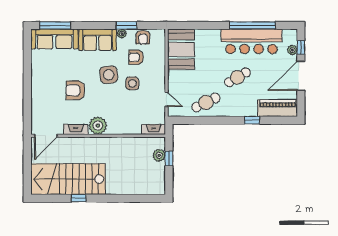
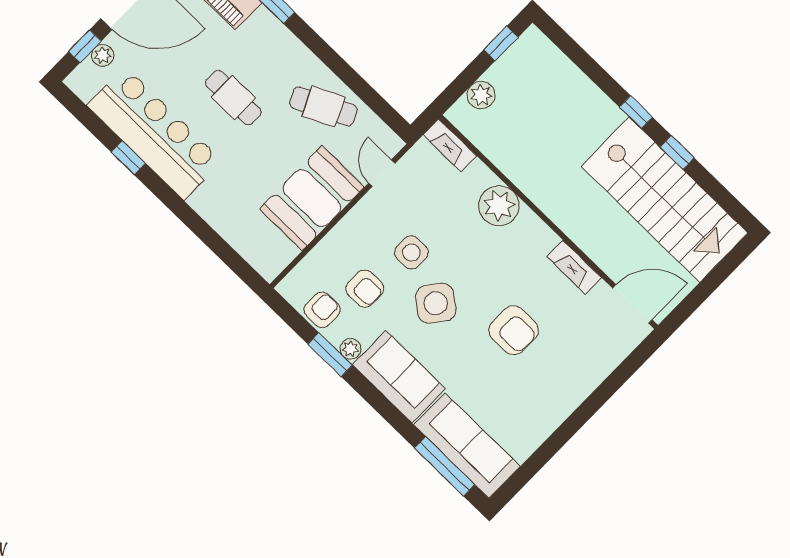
window: (252, 25) -> (128, 158), width x0.32
booth: (181, 49) -> (312, 198), moved
side table: (109, 75) -> (436, 303), turned 45
cafe table: (237, 77) -> (233, 98), turned 31
plant: (98, 126) -> (499, 206), moved
window: (169, 158) -> (501, 44), moved
window: (104, 198) -> (636, 112), added

